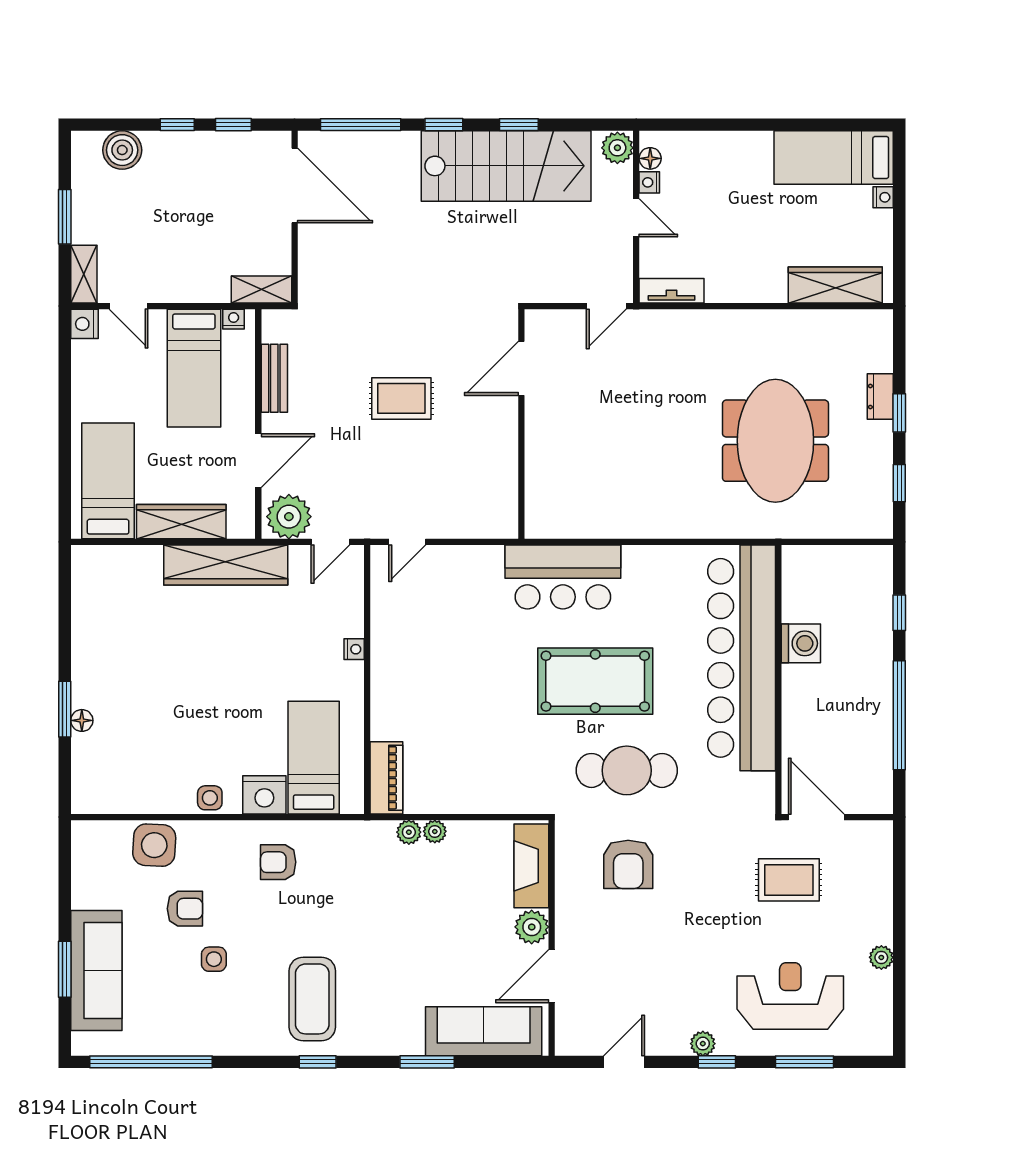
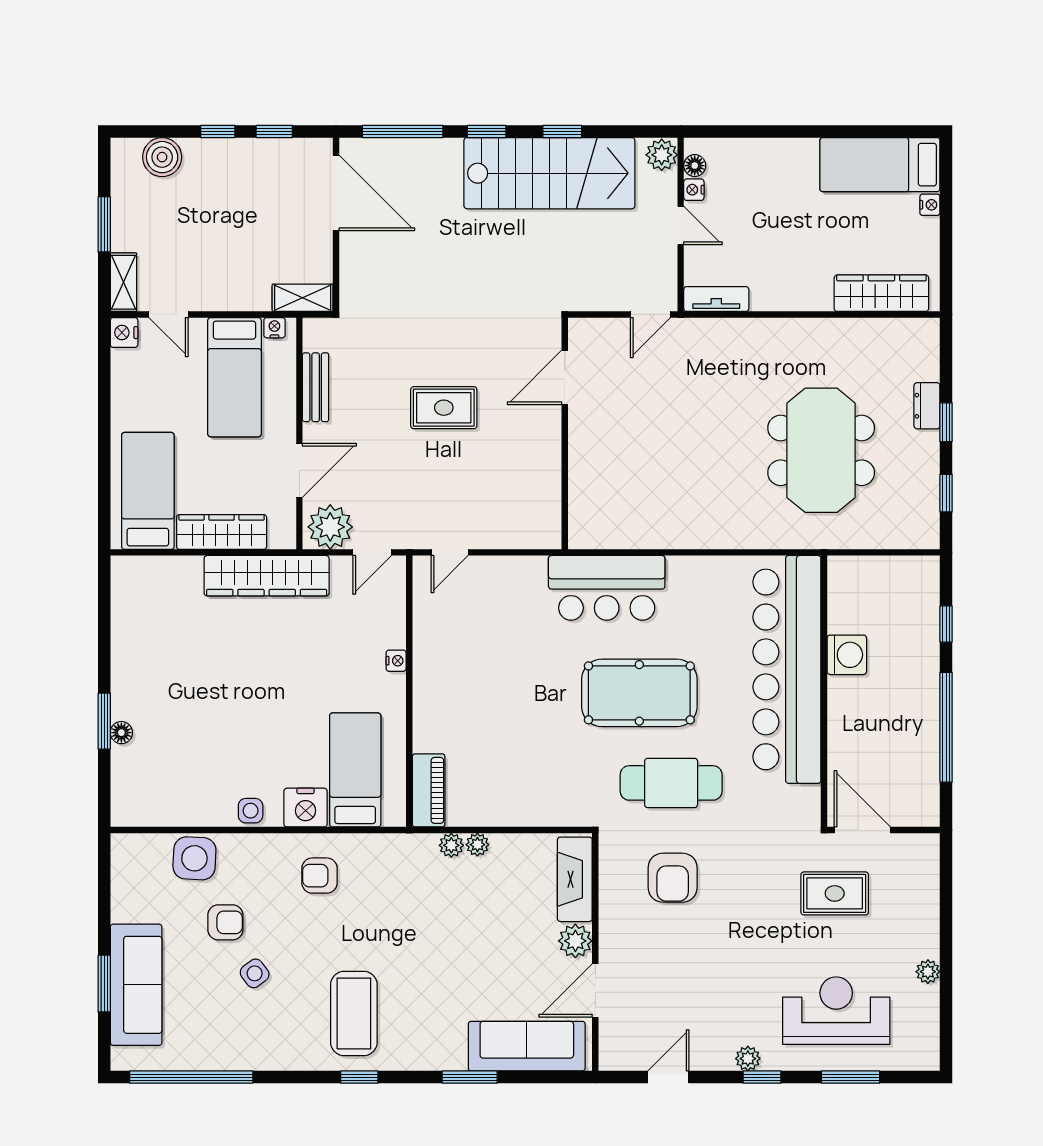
side table: (214, 959) -> (255, 973), turned -37

